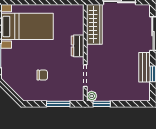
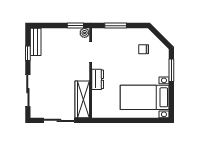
bench: (144, 67) -> (36, 42), moved
chair: (42, 75) -> (144, 49), moved

